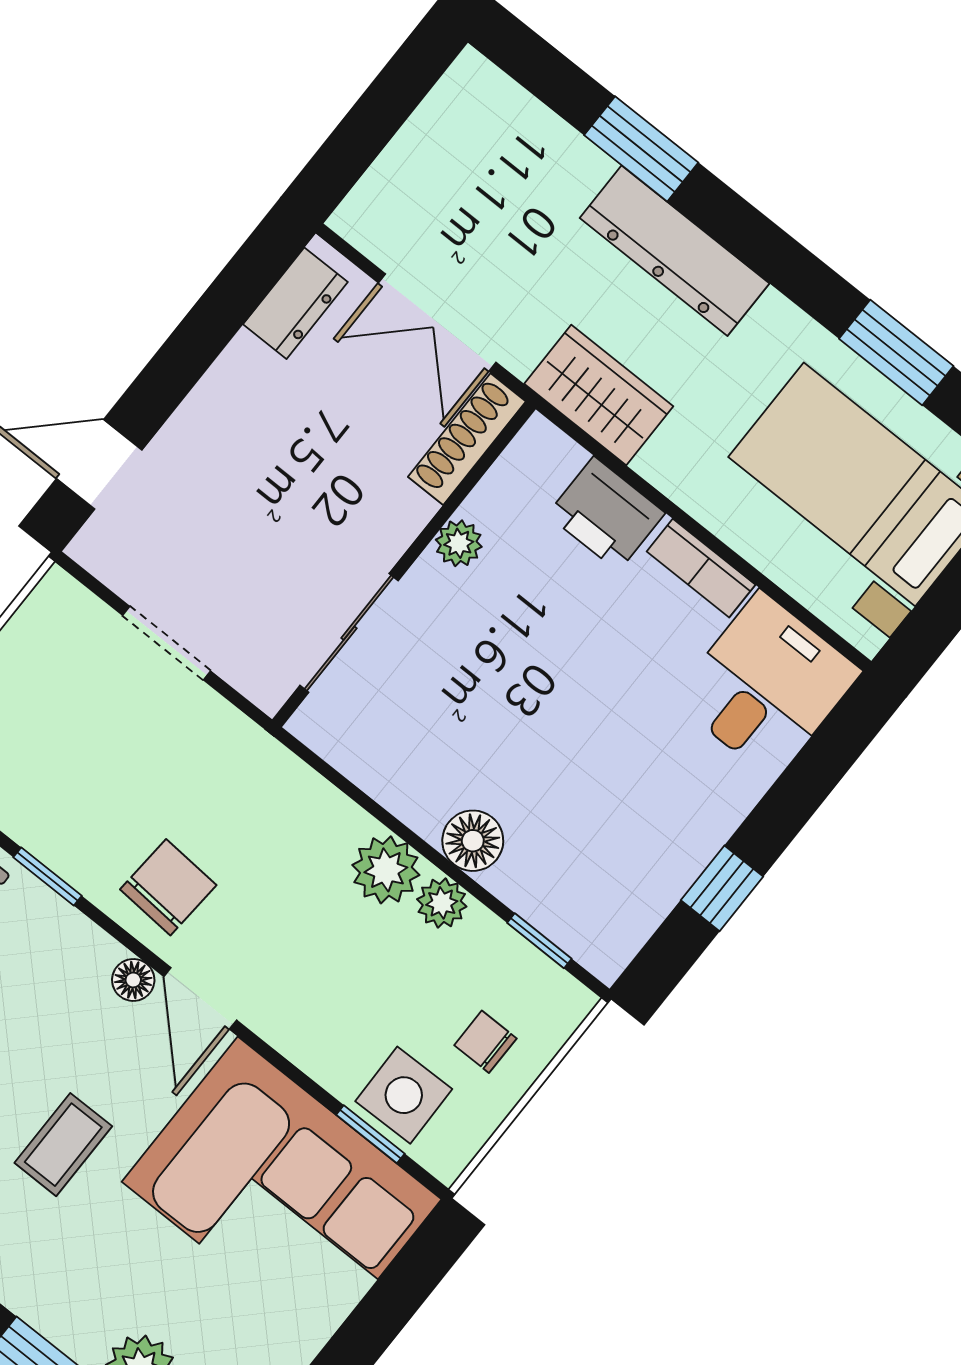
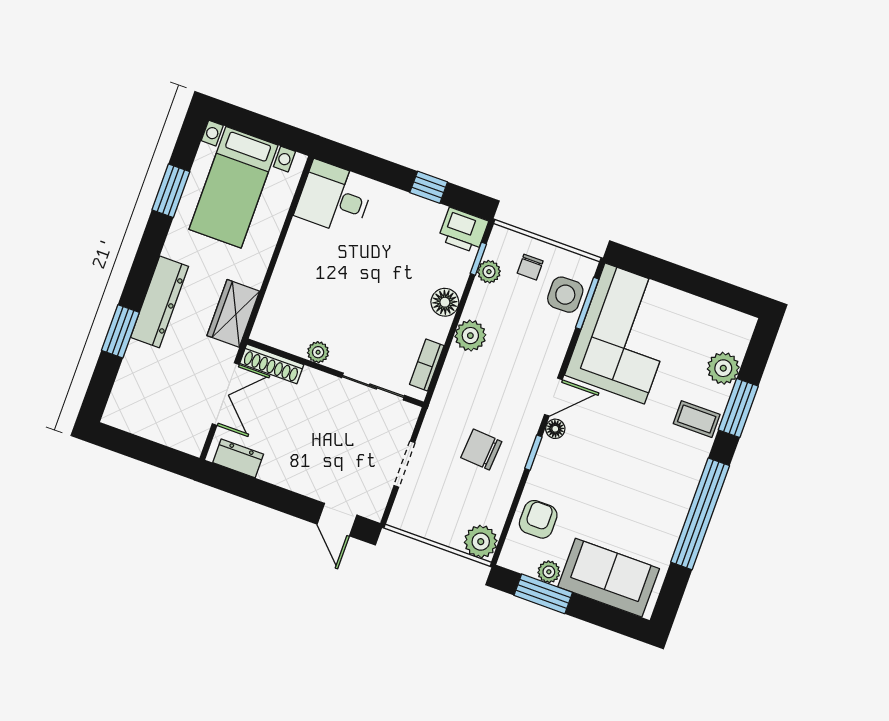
printer: (606, 514) -> (463, 230), moved, turned 90
bookcase: (701, 568) -> (427, 365), moved, turned 180
window: (47, 877) -> (533, 453), moved
chair: (168, 887) -> (481, 450), moved
plant: (442, 903) -> (489, 272), moved
window: (370, 1134) -> (587, 303), width x1.50
coffee table: (63, 1145) -> (697, 419), moved

